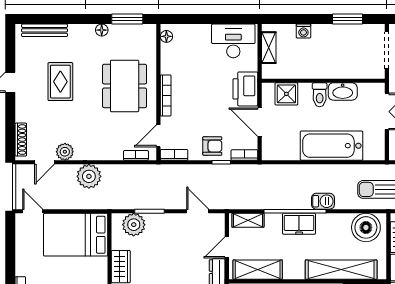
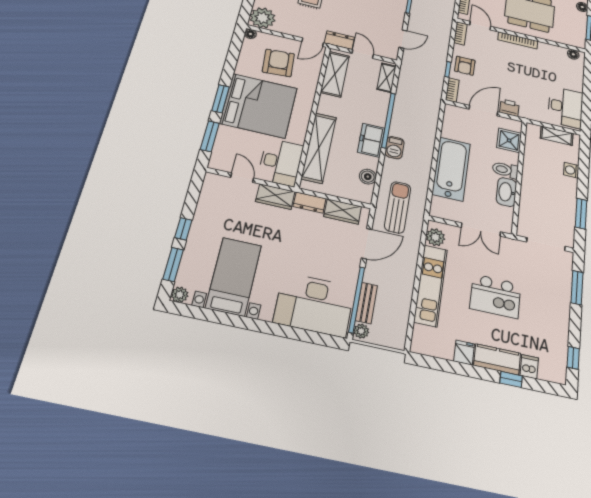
printer: (245, 89) -> (509, 108), width x0.53, depth x0.68
freezer: (299, 224) -> (371, 140), moved
boiler: (366, 227) -> (368, 177), width x0.54, depth x0.54

